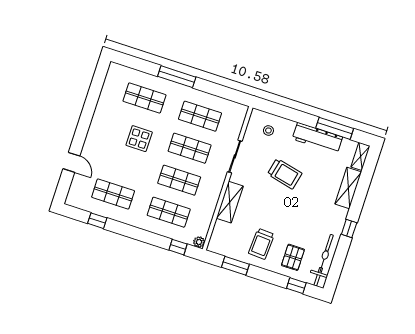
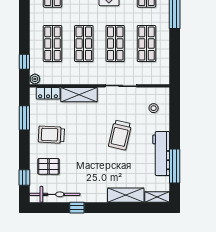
window: (349, 229) -> (77, 208), moved
locker: (218, 233) -> (48, 93), added

